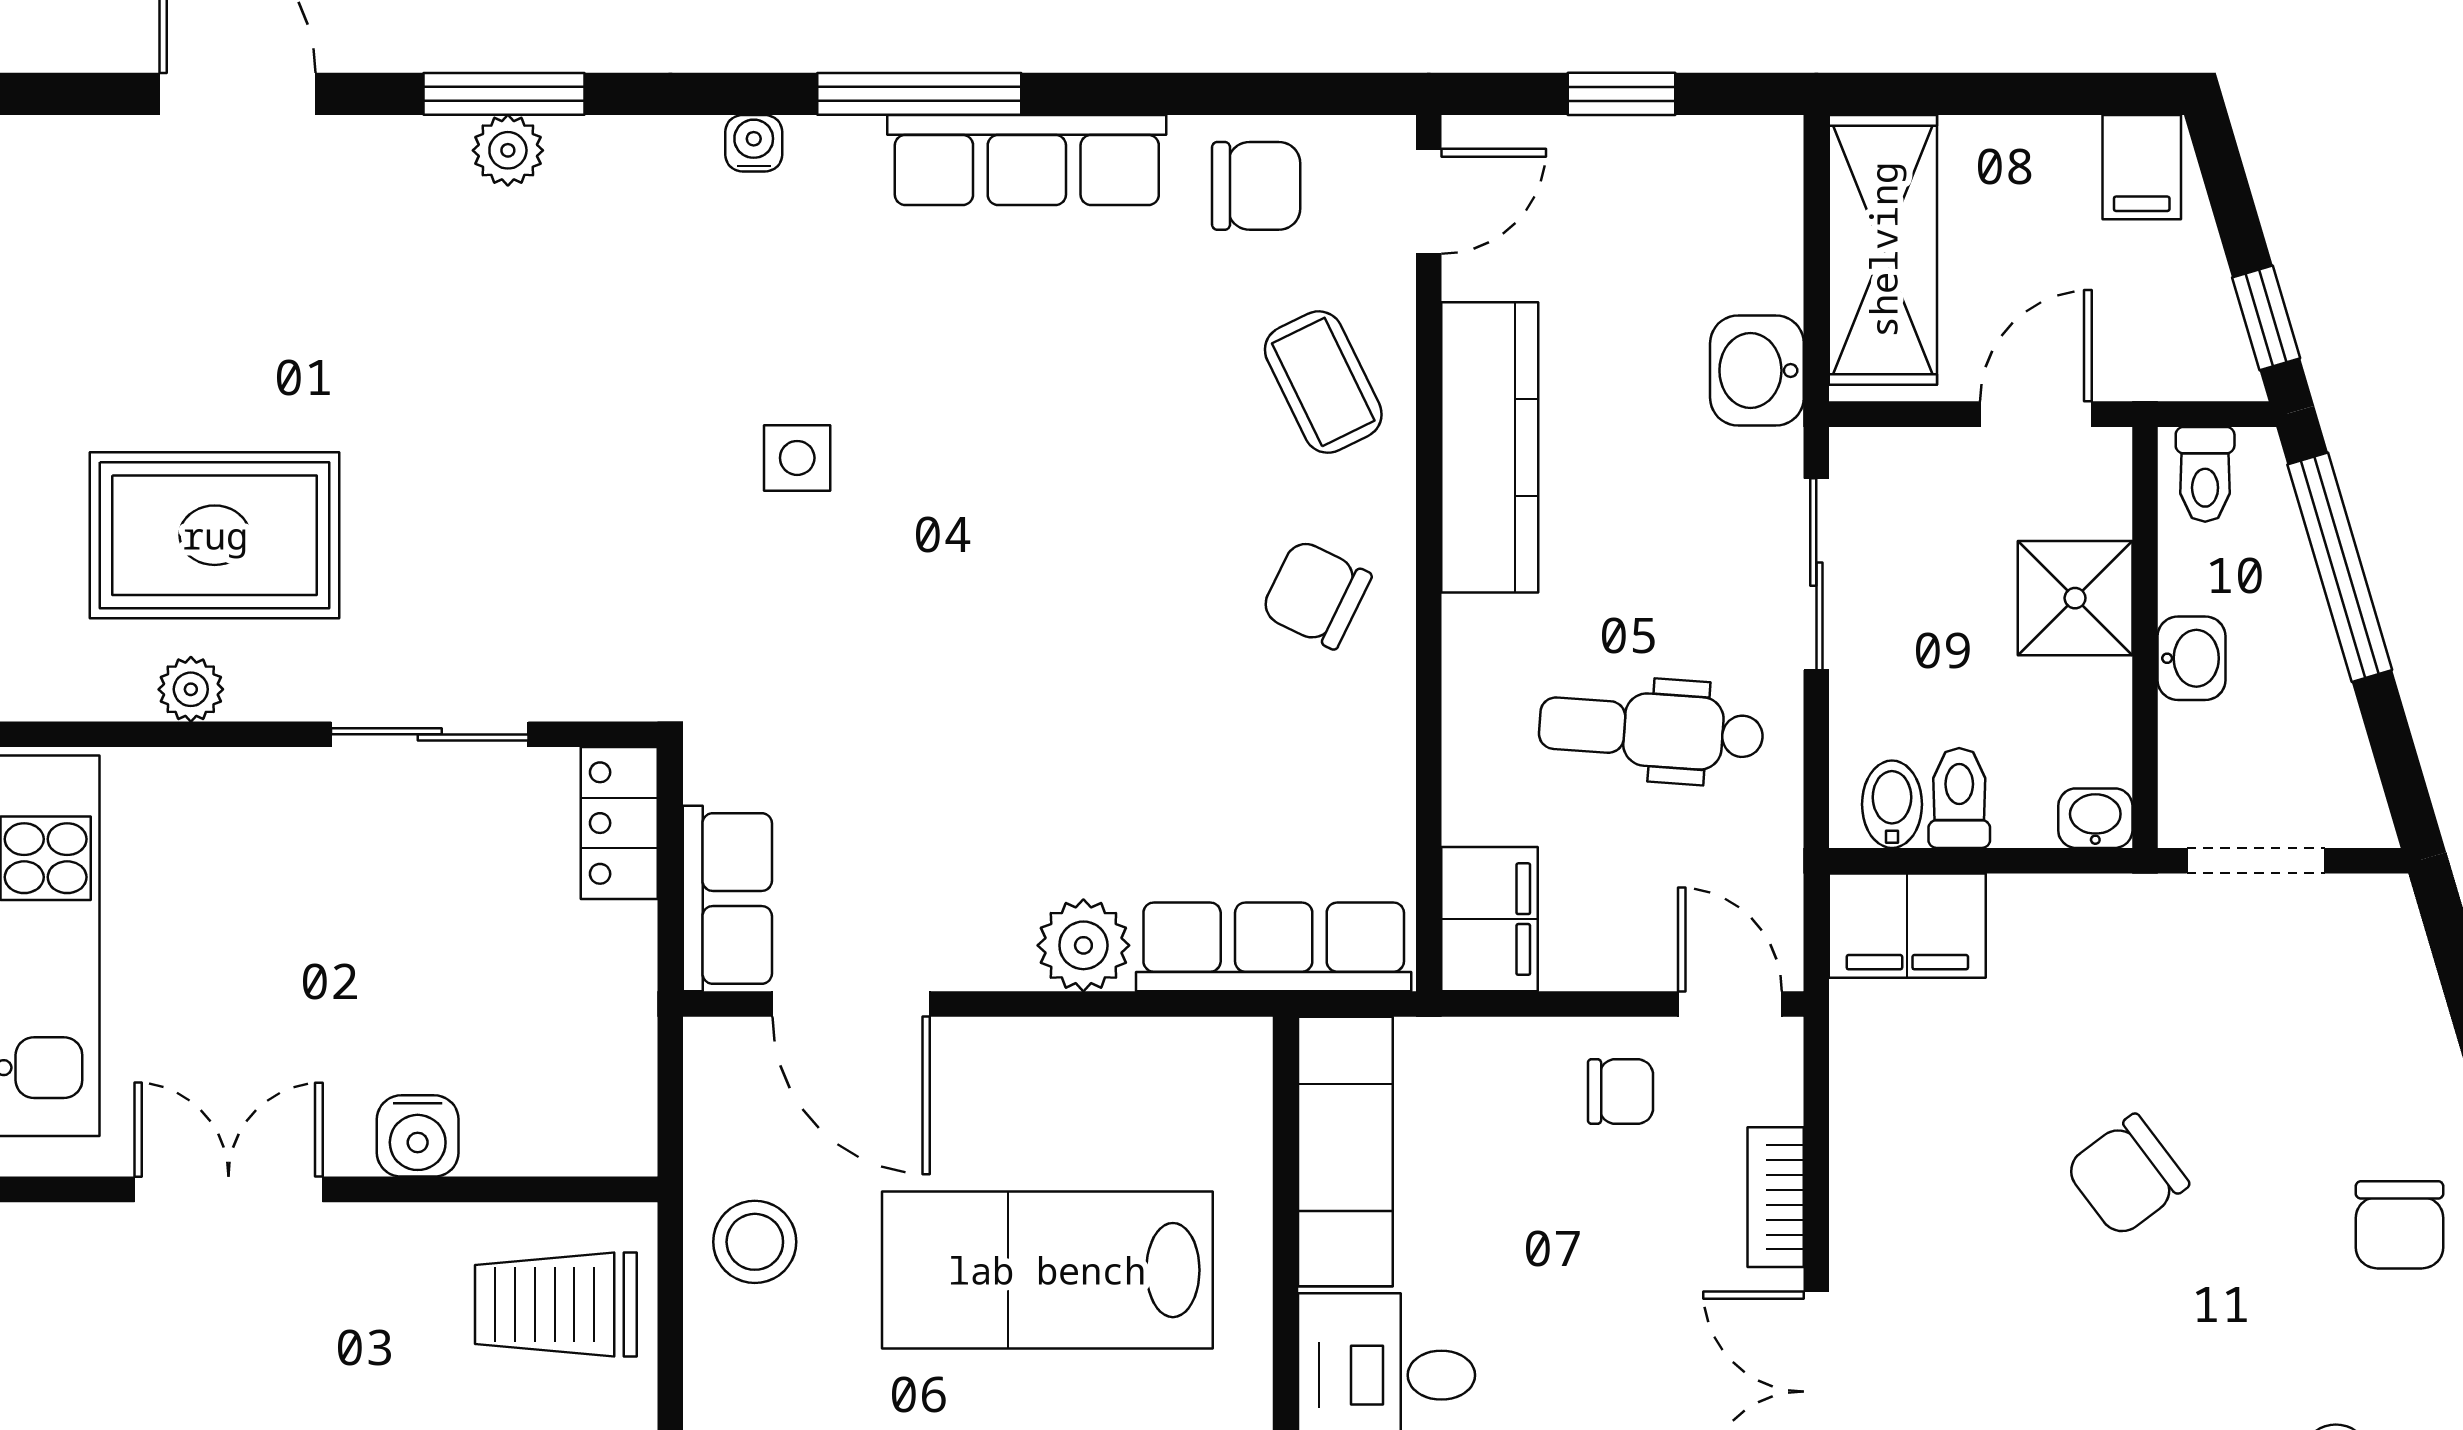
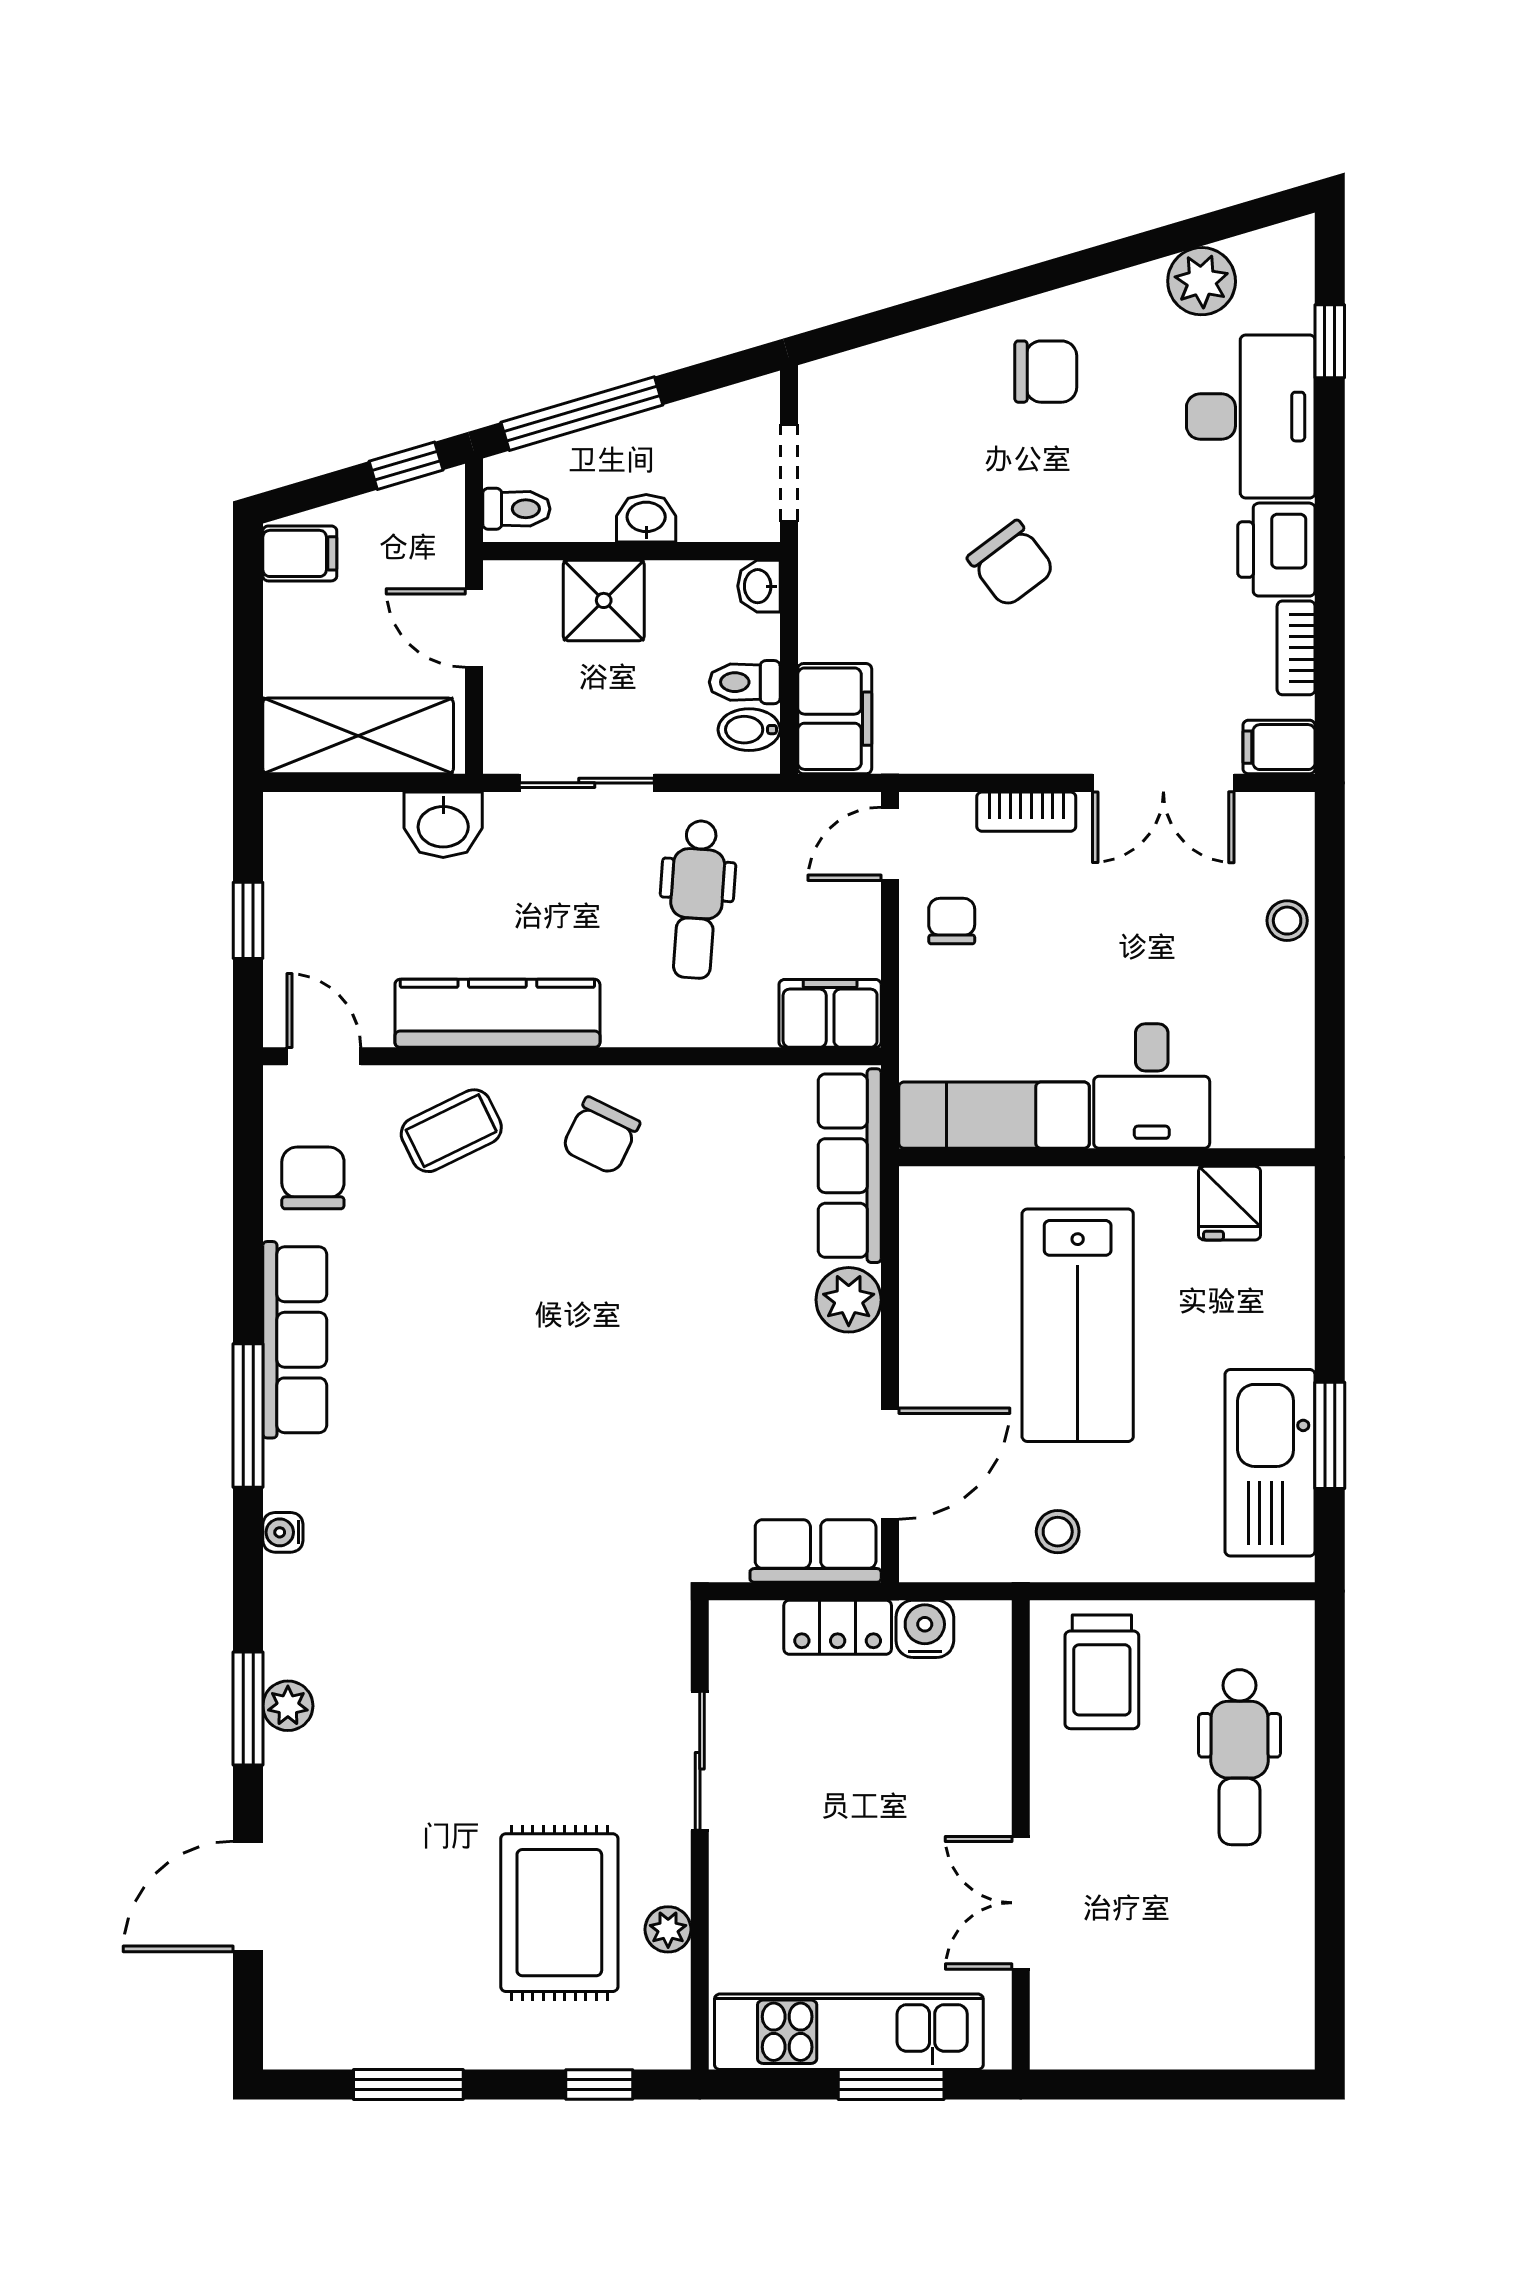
side table: (797, 458) -> (505, 1502), removed
locker: (619, 823) -> (838, 1627), moved
water cooler: (418, 1136) -> (925, 1629), moved, turned -90
stool: (755, 1242) -> (1058, 1532), width x0.73, depth x0.73

